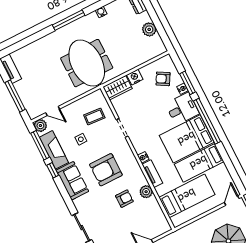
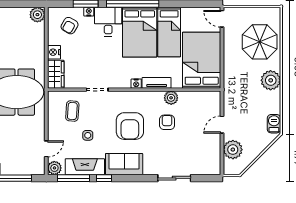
plant: (149, 29) -> (37, 15), moved
bed: (187, 196) -> (202, 60), width x1.50

